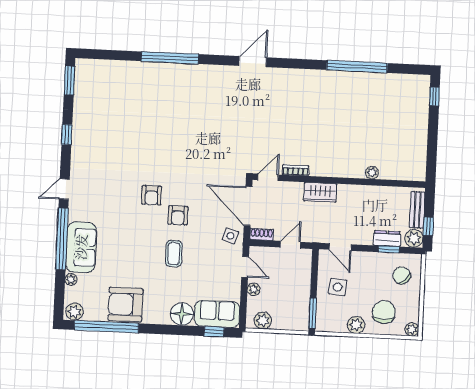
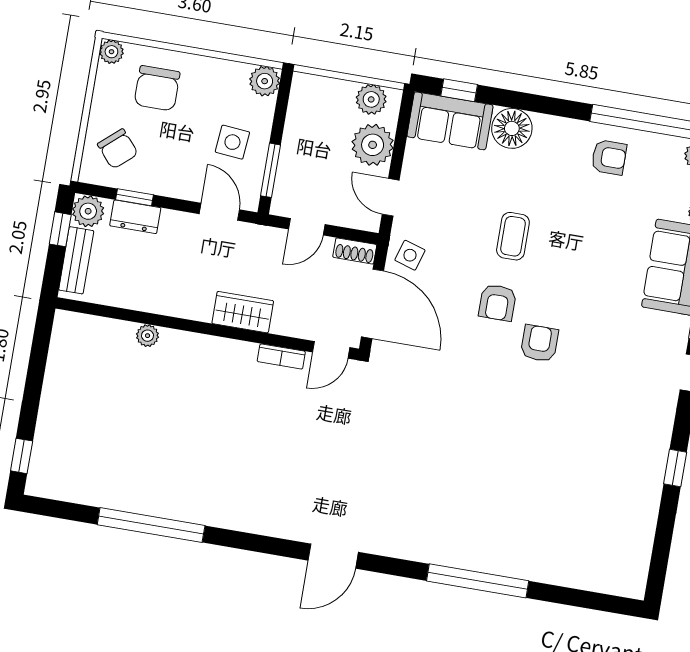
window: (69, 81) -> (659, 562), removed
armchair: (178, 215) -> (498, 303), turned 180
plant: (254, 289) -> (373, 145), width x1.88, depth x1.88
armchair: (125, 304) -> (609, 157), width x0.53, depth x0.53
window: (313, 313) -> (271, 170), moved
plant: (356, 325) -> (265, 81), moved

